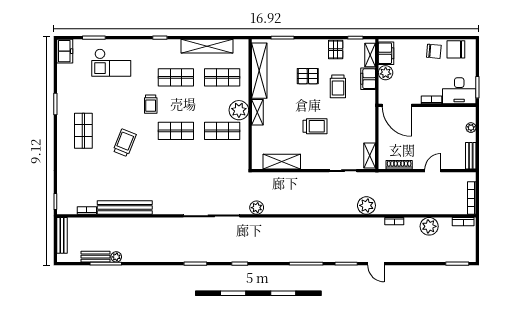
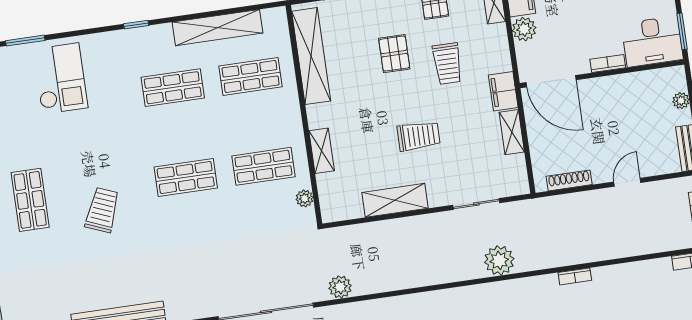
checkout: (111, 63) -> (60, 78), turned -90
pallet: (308, 76) -> (394, 54), turned 90
filing cabinet: (368, 79) -> (503, 91), moved
trolley: (151, 104) -> (137, 139), removed
plant: (239, 110) -> (305, 198), moved, width x0.53, depth x0.53
shelving: (257, 112) -> (322, 151), moved
shelving: (370, 155) -> (512, 132), moved
shelving: (282, 162) -> (395, 200), moved
plant: (366, 205) -> (499, 260), moved
plant: (429, 226) -> (635, 277), removed

